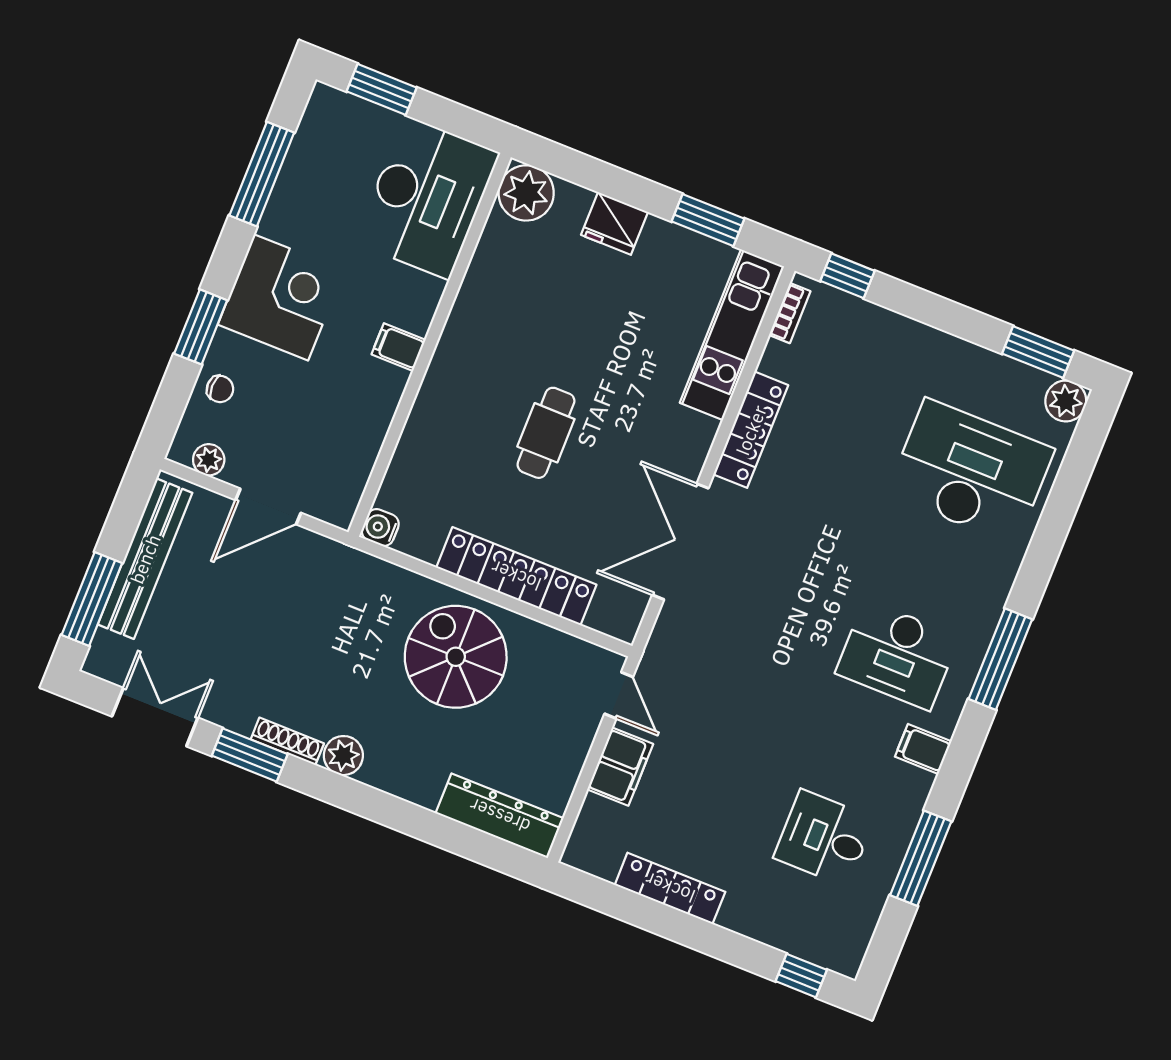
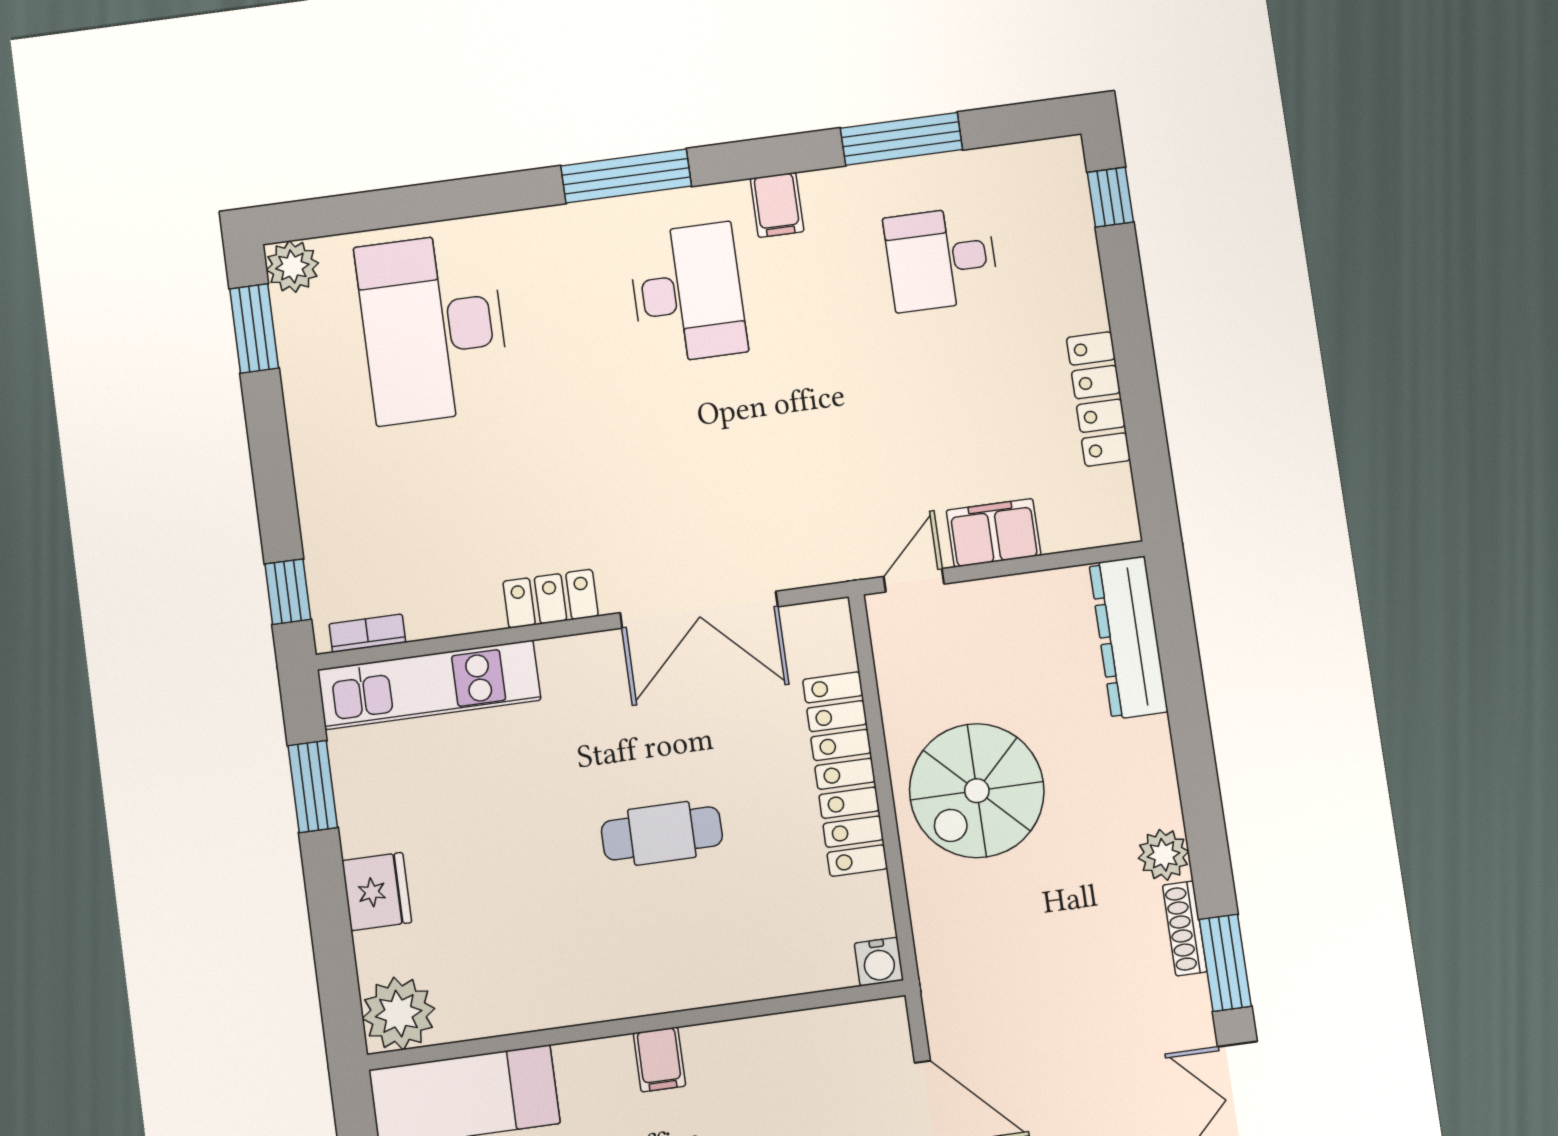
locker: (751, 430) -> (551, 599), width x0.66
desk: (824, 838) -> (941, 259), turned 90

